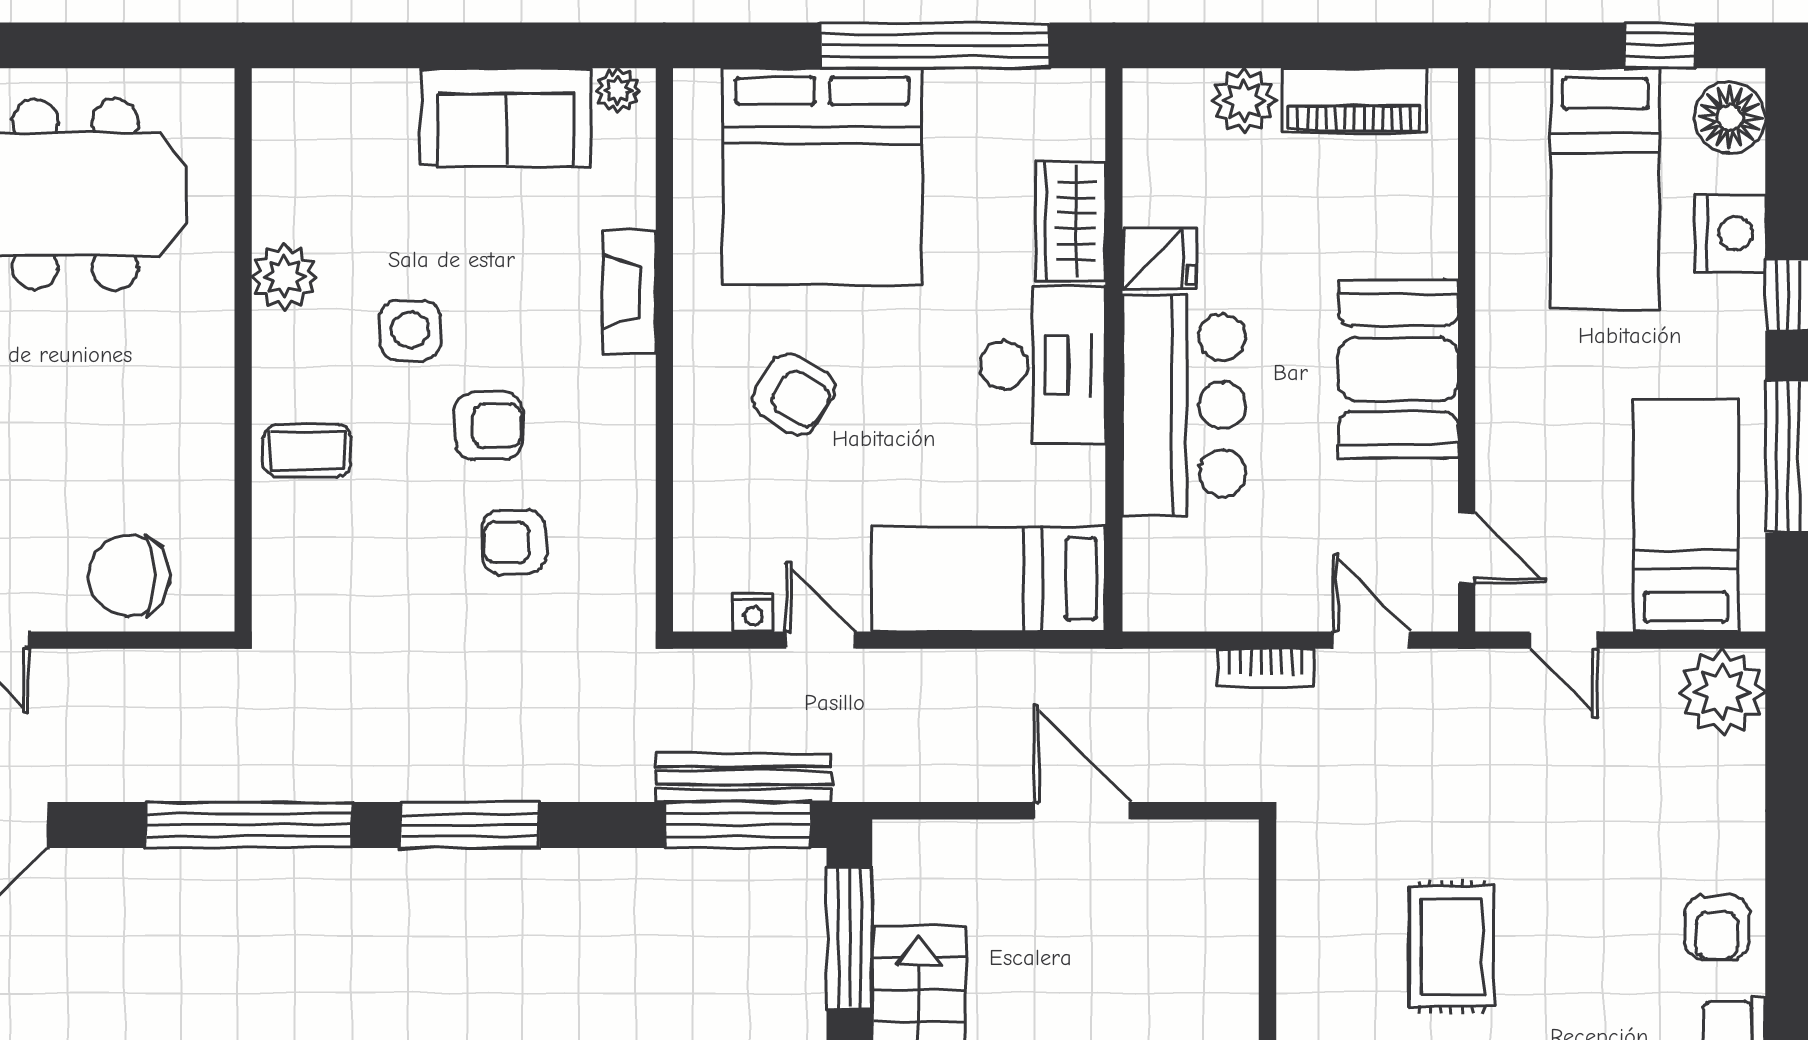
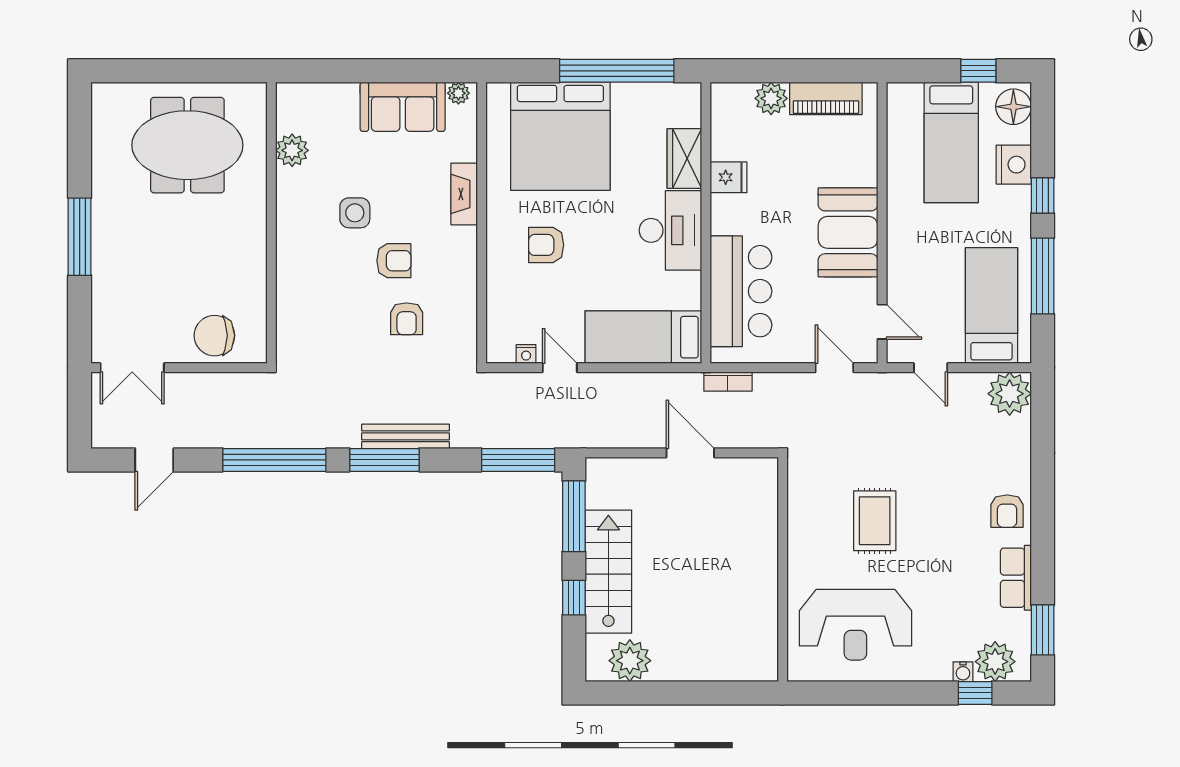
plant: (285, 277) -> (292, 150), moved
armchair: (794, 394) -> (546, 245), turned 148
bar counter: (1184, 405) -> (741, 291), moved
coffee table: (307, 450) -> (303, 273), removed
armchair: (514, 542) -> (407, 319), turned -89
bookcase: (1266, 668) -> (728, 382), moved
bench: (744, 778) -> (405, 436), moved

